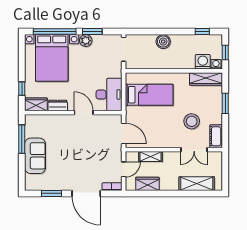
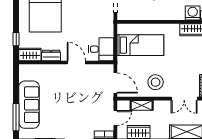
desk: (109, 94) -> (101, 49), width x0.73
stool: (192, 121) -> (156, 82), moved
window: (22, 139) -> (16, 117), moved
sofa: (35, 156) -> (29, 105), width x1.36

